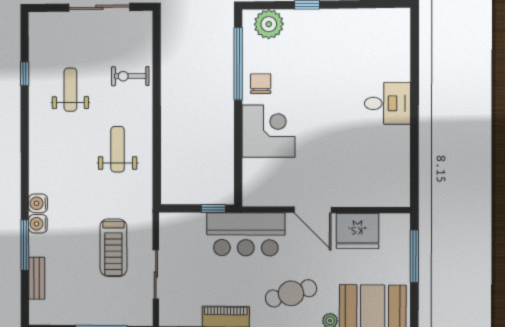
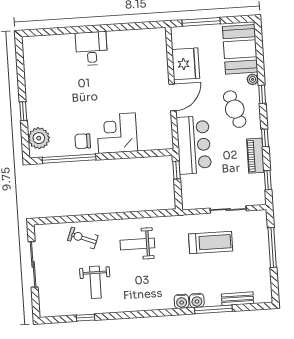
exercise bike: (130, 76) -> (83, 238), turned 112
weight bench: (70, 90) -> (95, 282), turned -90

